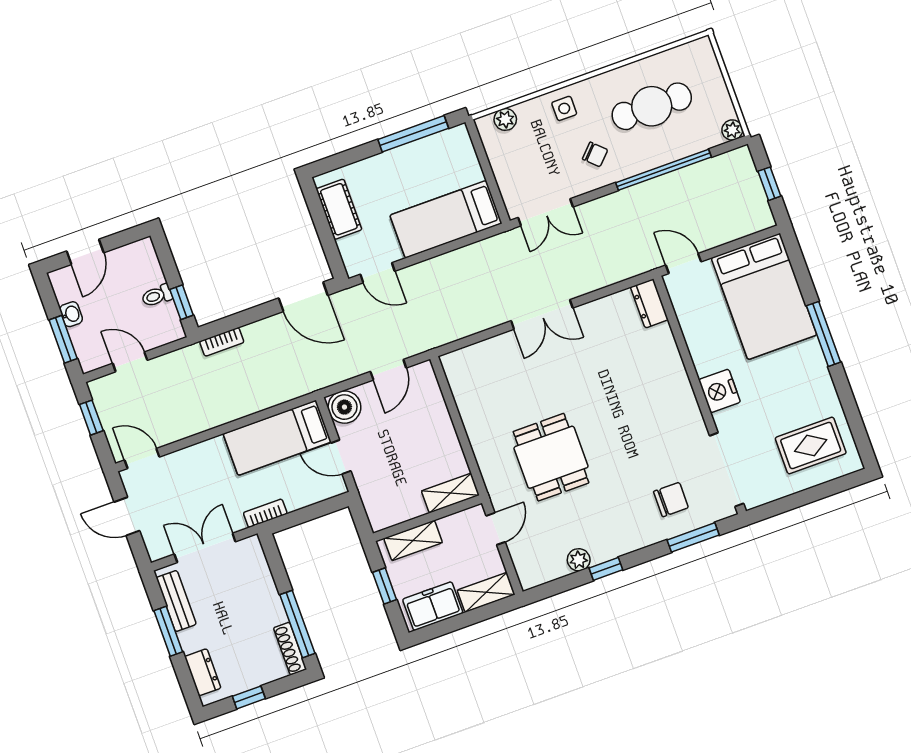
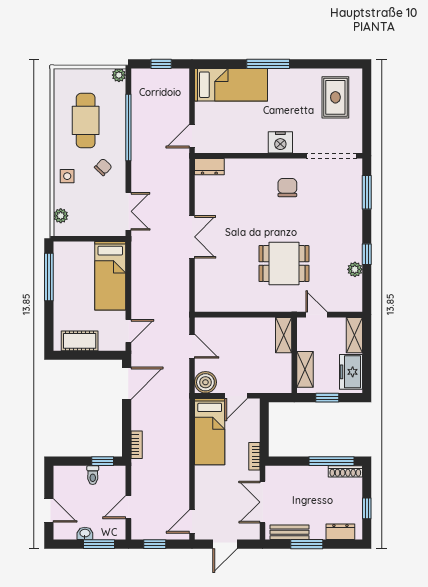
bed: (764, 296) -> (231, 85), width x0.67
chair: (671, 500) -> (287, 188), moved

